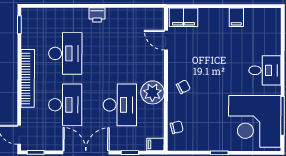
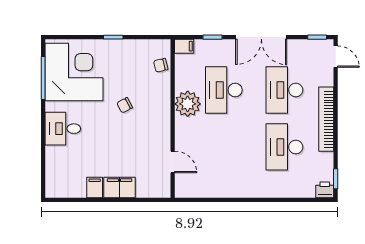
printer: (97, 15) -> (325, 190), moved
filing cabinet: (183, 17) -> (119, 187), moved
chair: (183, 87) -> (125, 105), moved

